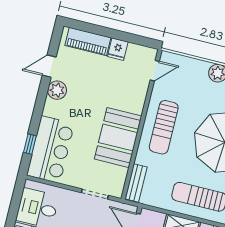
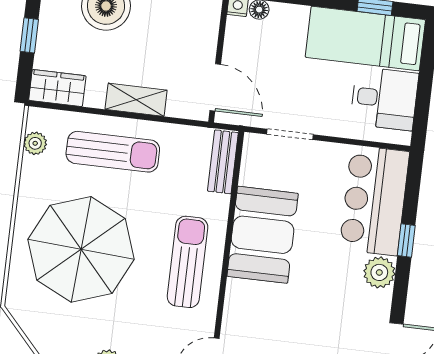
plant: (57, 90) -> (379, 272), moved
window: (30, 144) -> (406, 241), moved

